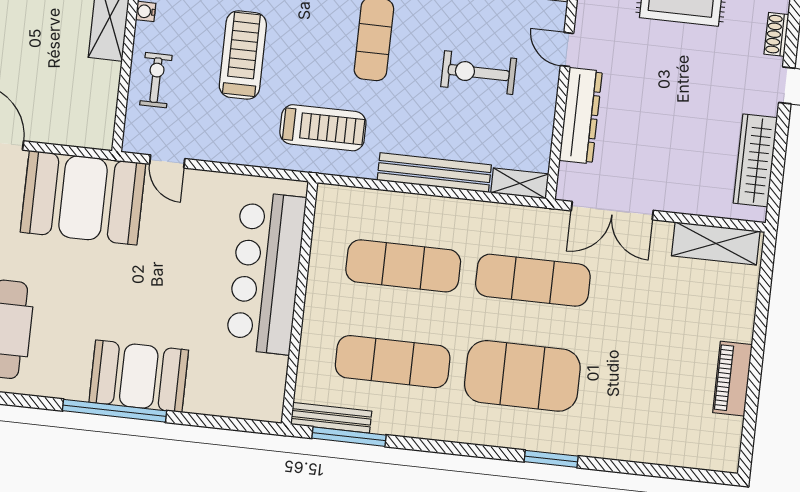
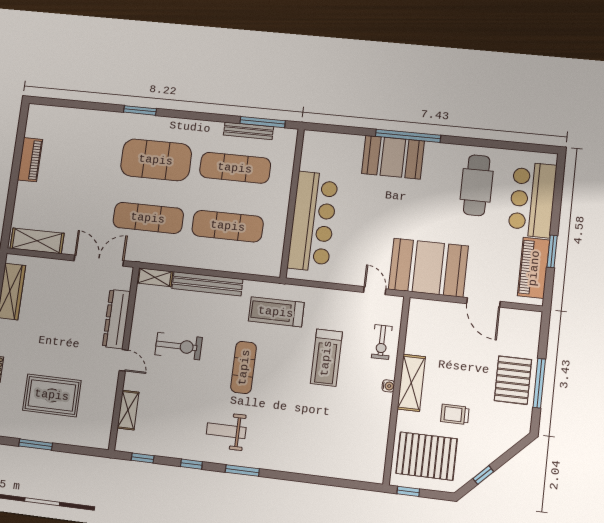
bench: (331, 418) -> (248, 131), moved

